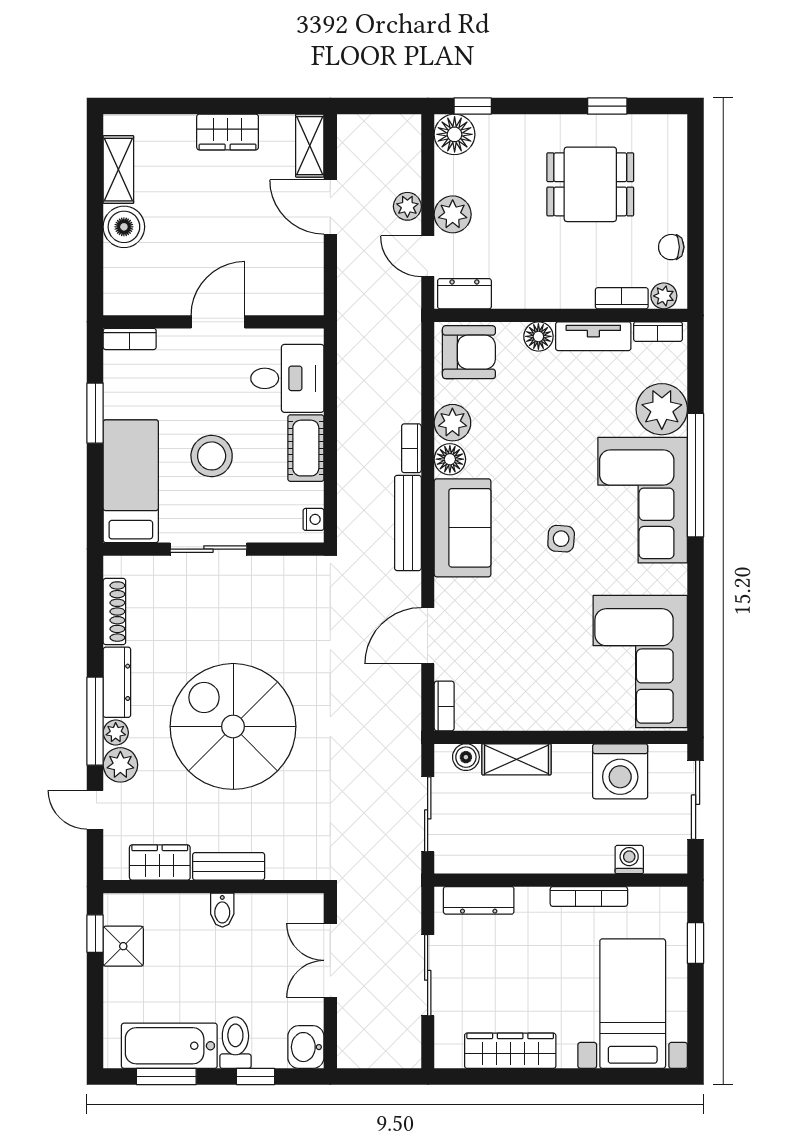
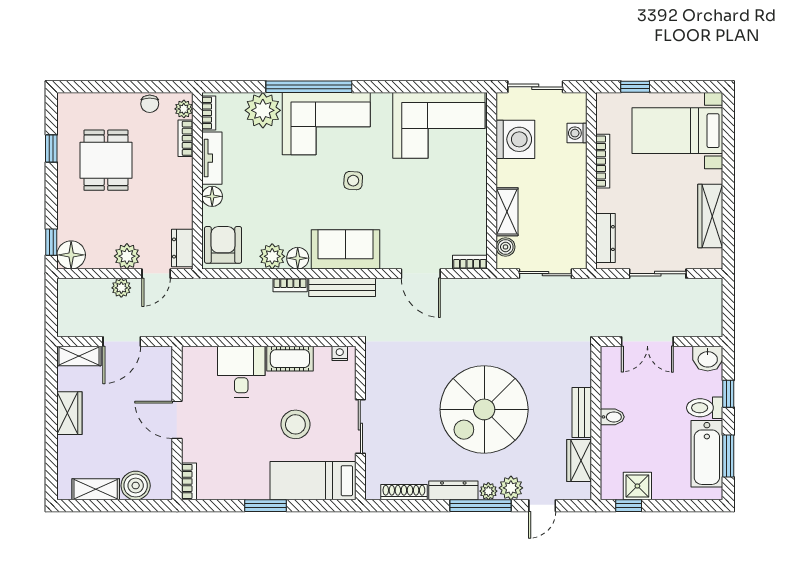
wall: (214, 322) -> (177, 423), moved
door: (218, 322) -> (177, 420), moved
bookcase: (130, 339) -> (189, 481), moved

